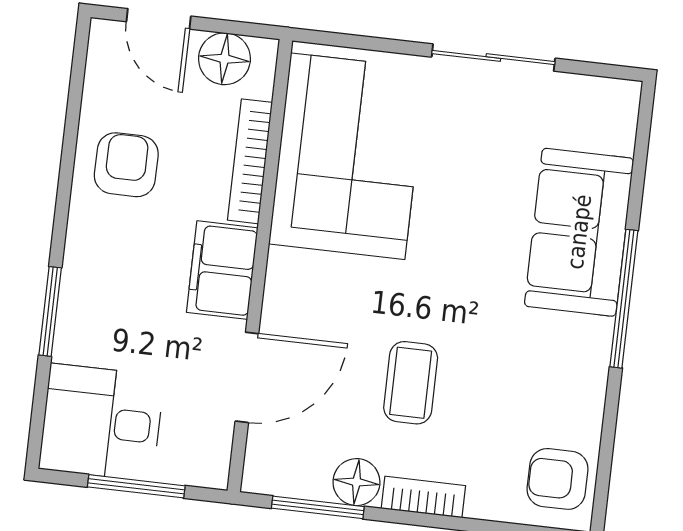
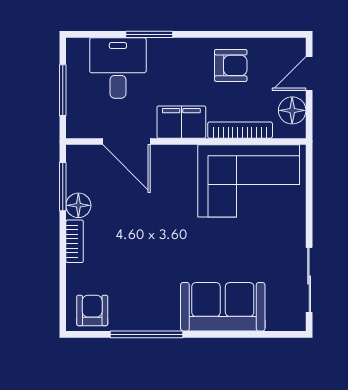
sliding door: (493, 58) -> (309, 280), moved
window: (624, 299) -> (147, 334), moved
coffee table: (411, 383) -> (134, 228), removed
desk: (101, 422) -> (118, 68), moved

